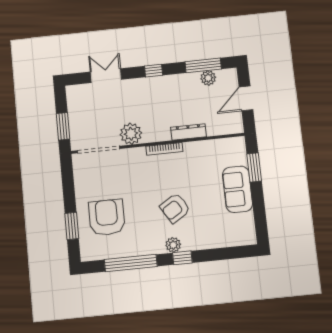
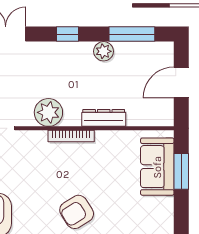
plant: (208, 78) -> (104, 51), moved
plant: (131, 134) -> (48, 112), moved
sofa: (237, 189) -> (157, 167), moved

